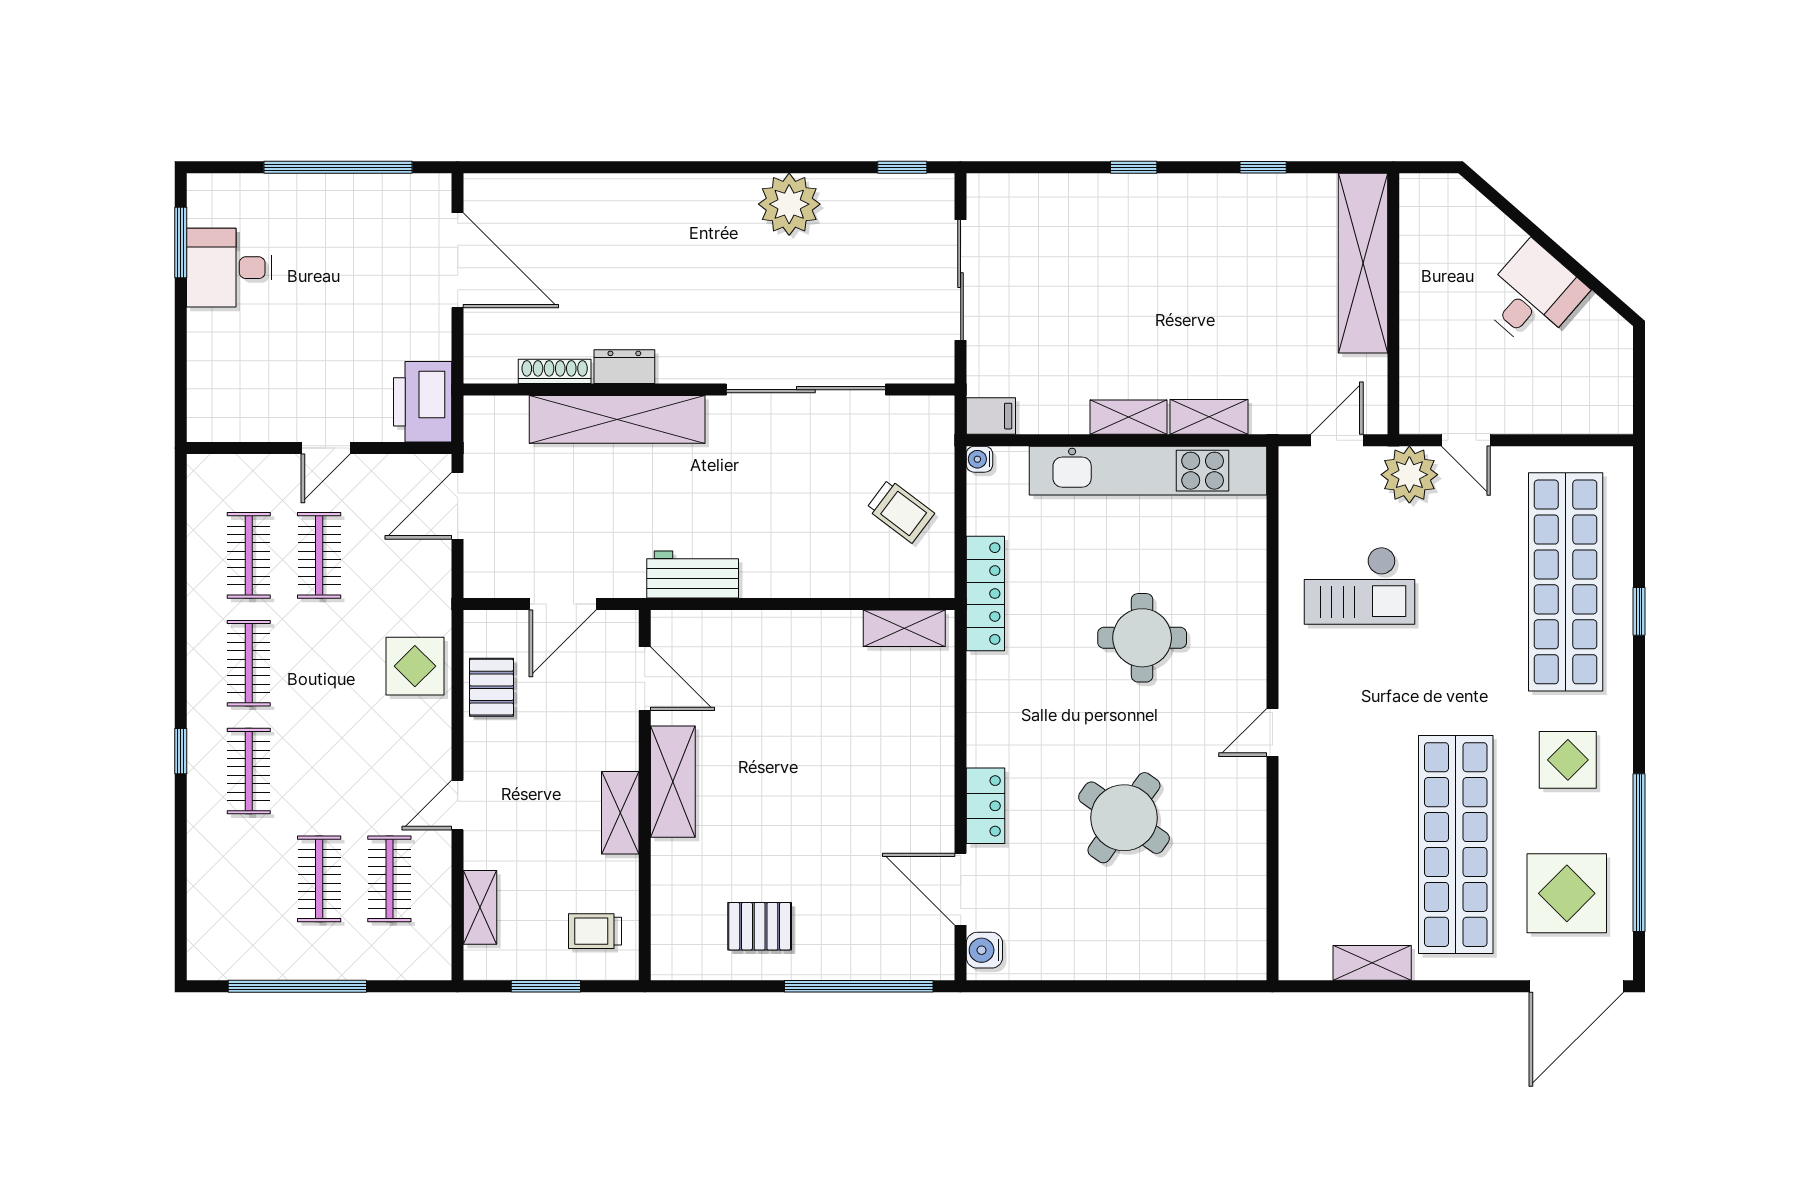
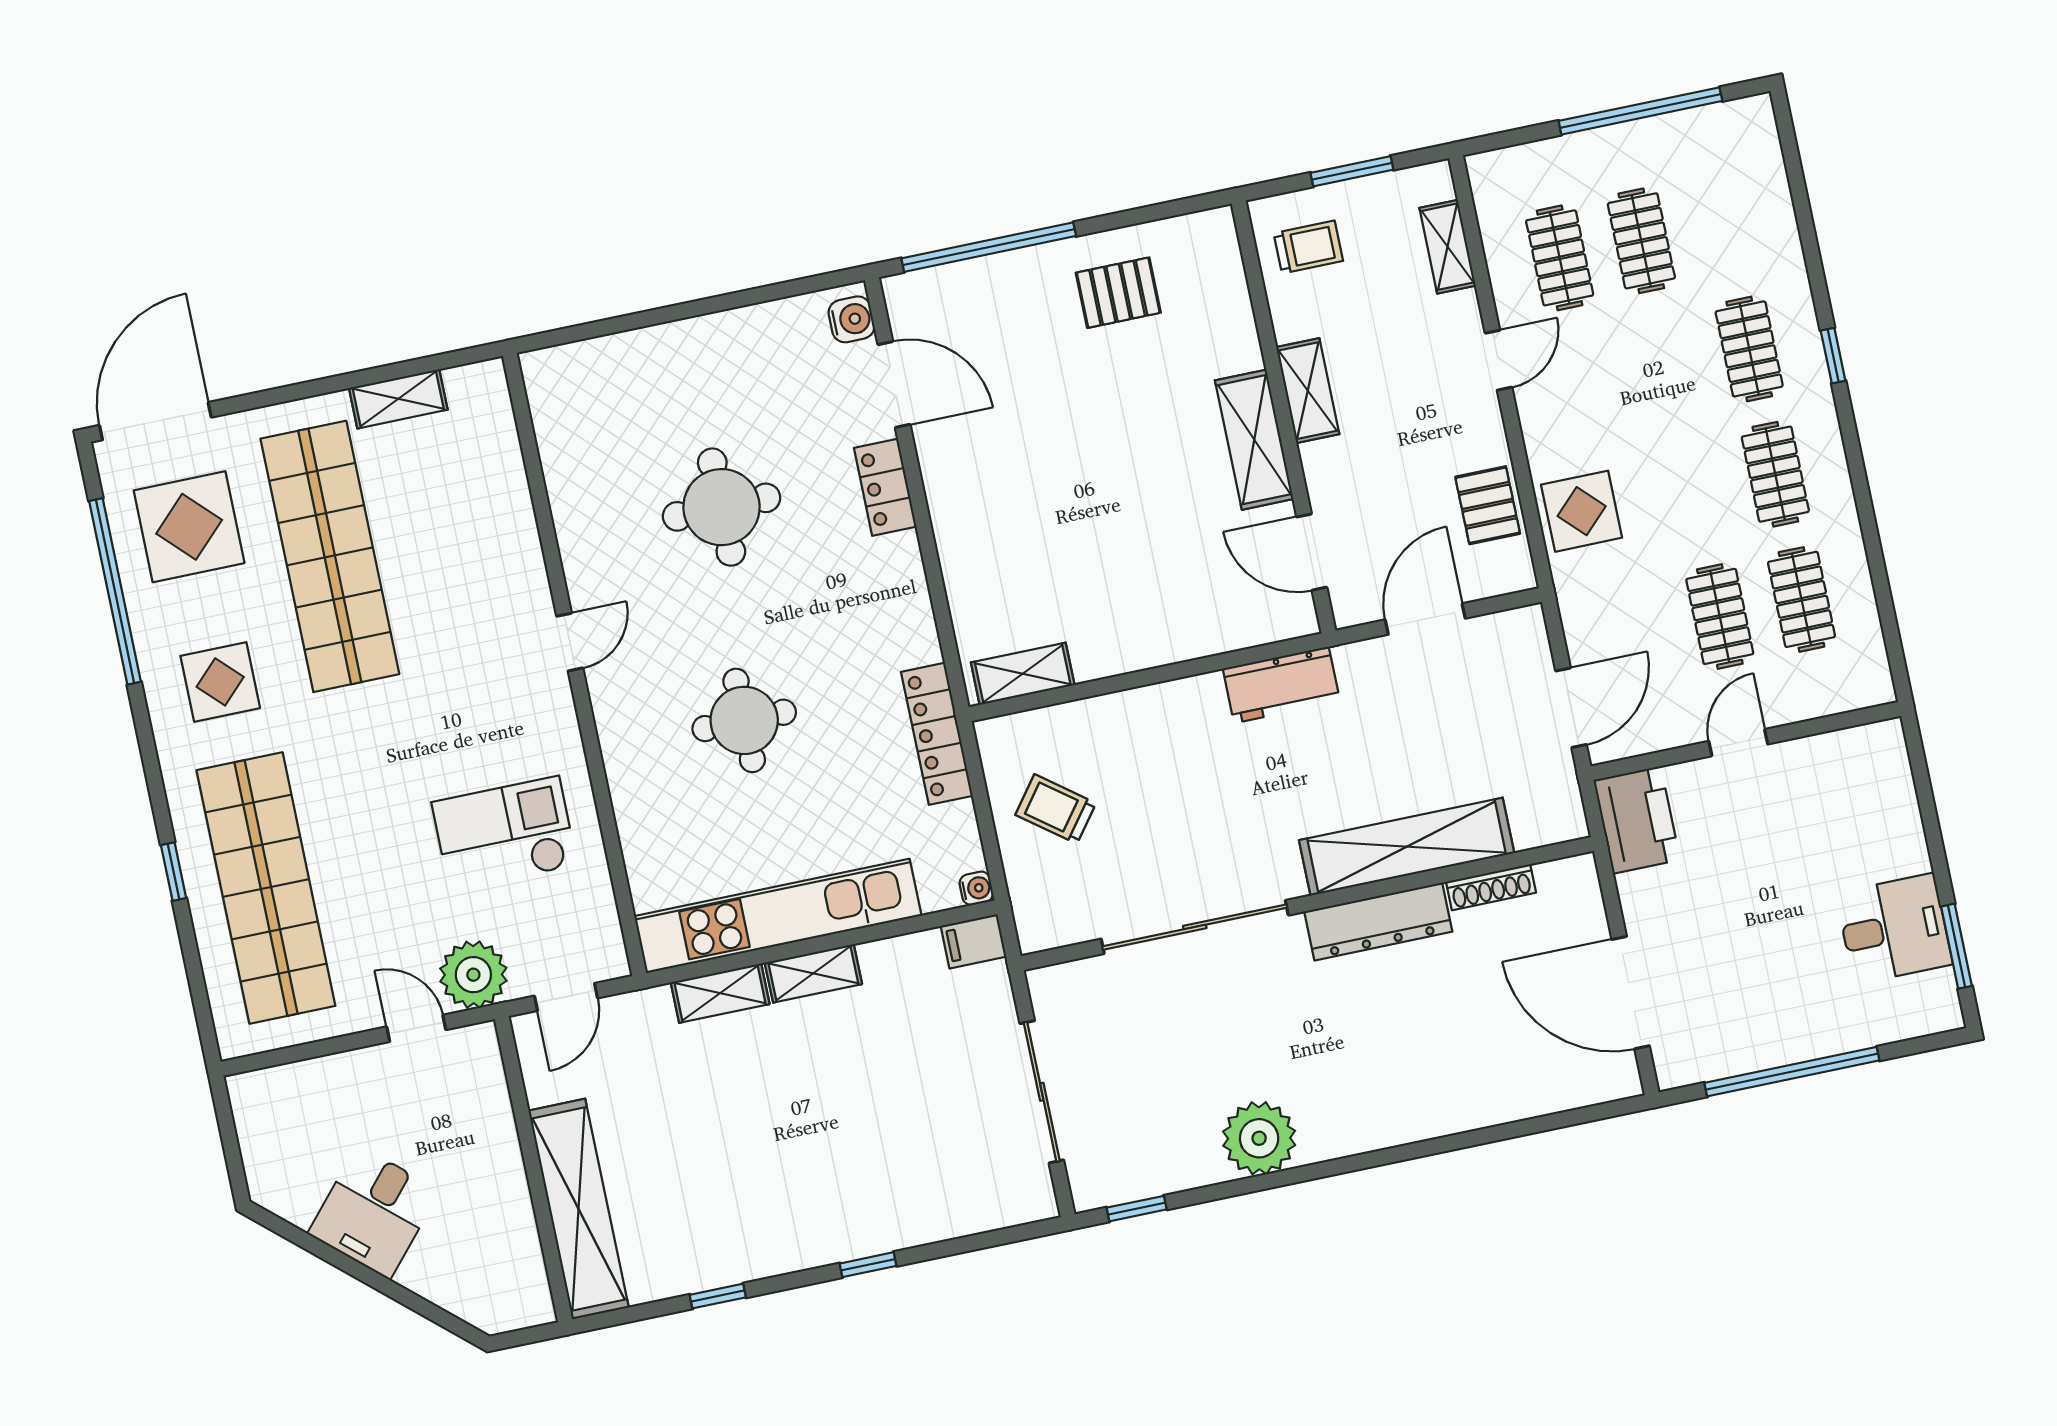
dresser: (624, 367) -> (1378, 922), width x1.96, depth x1.24
round table: (1124, 818) -> (722, 507), turned -35

